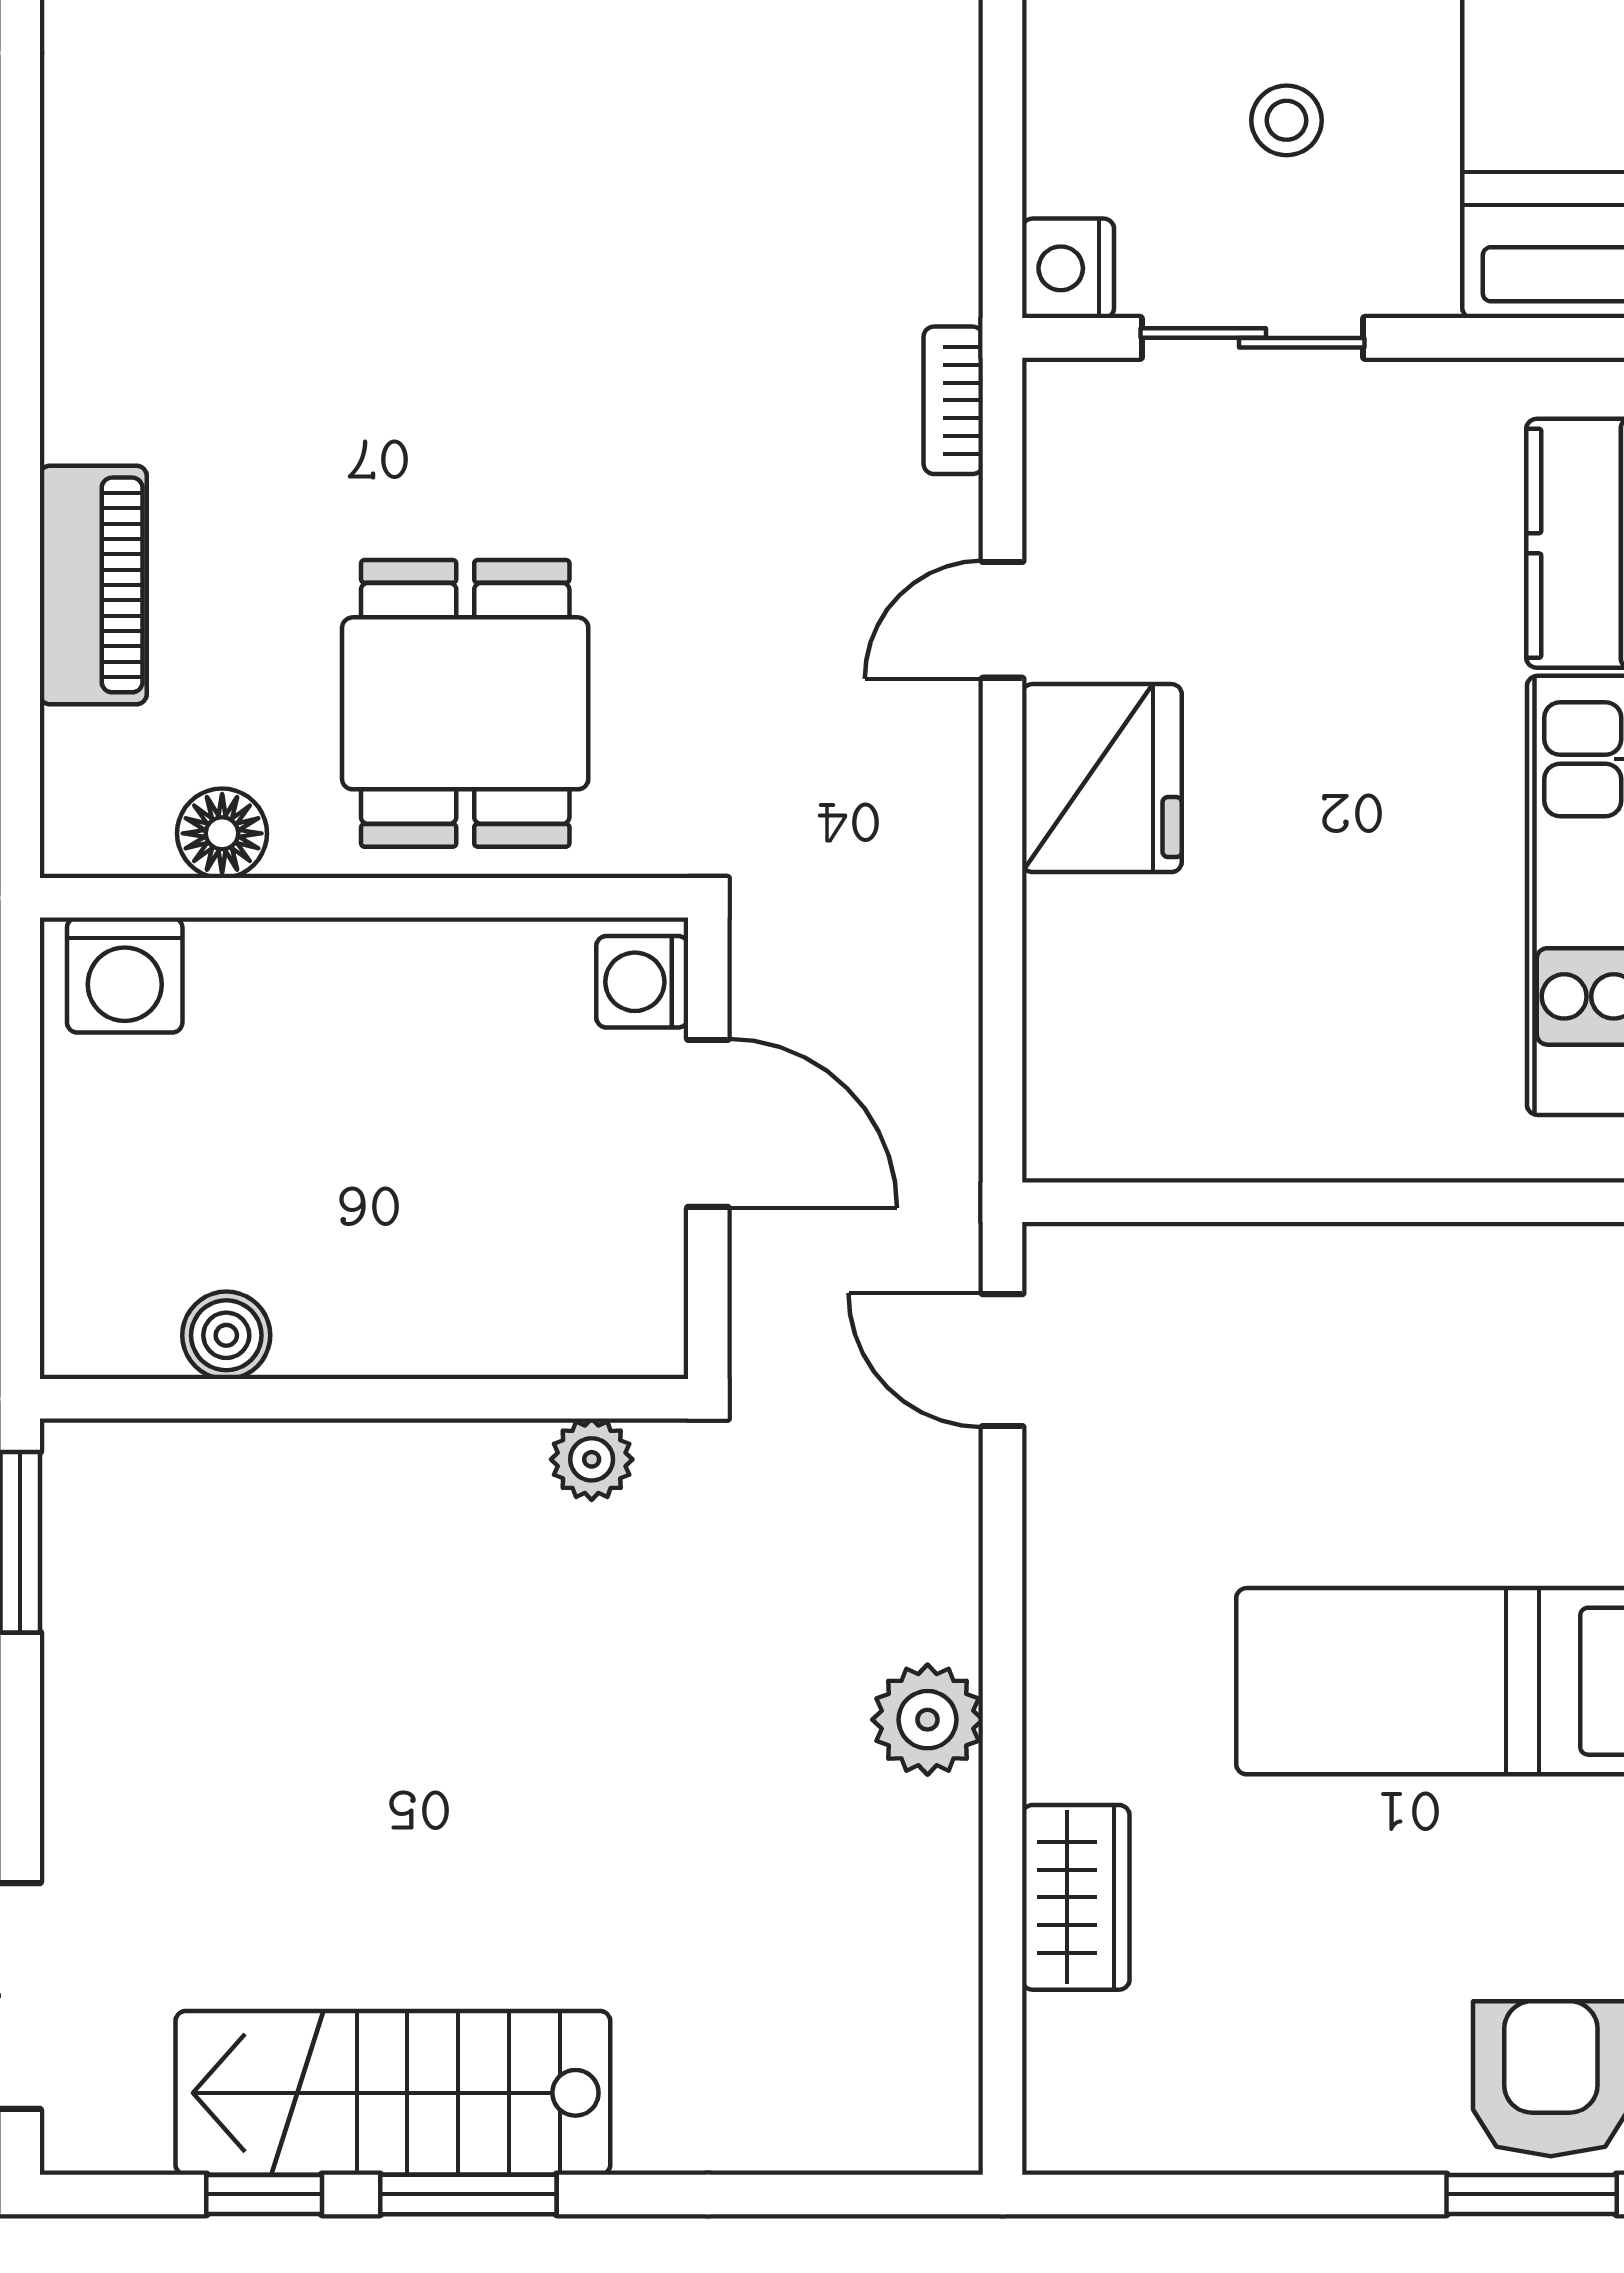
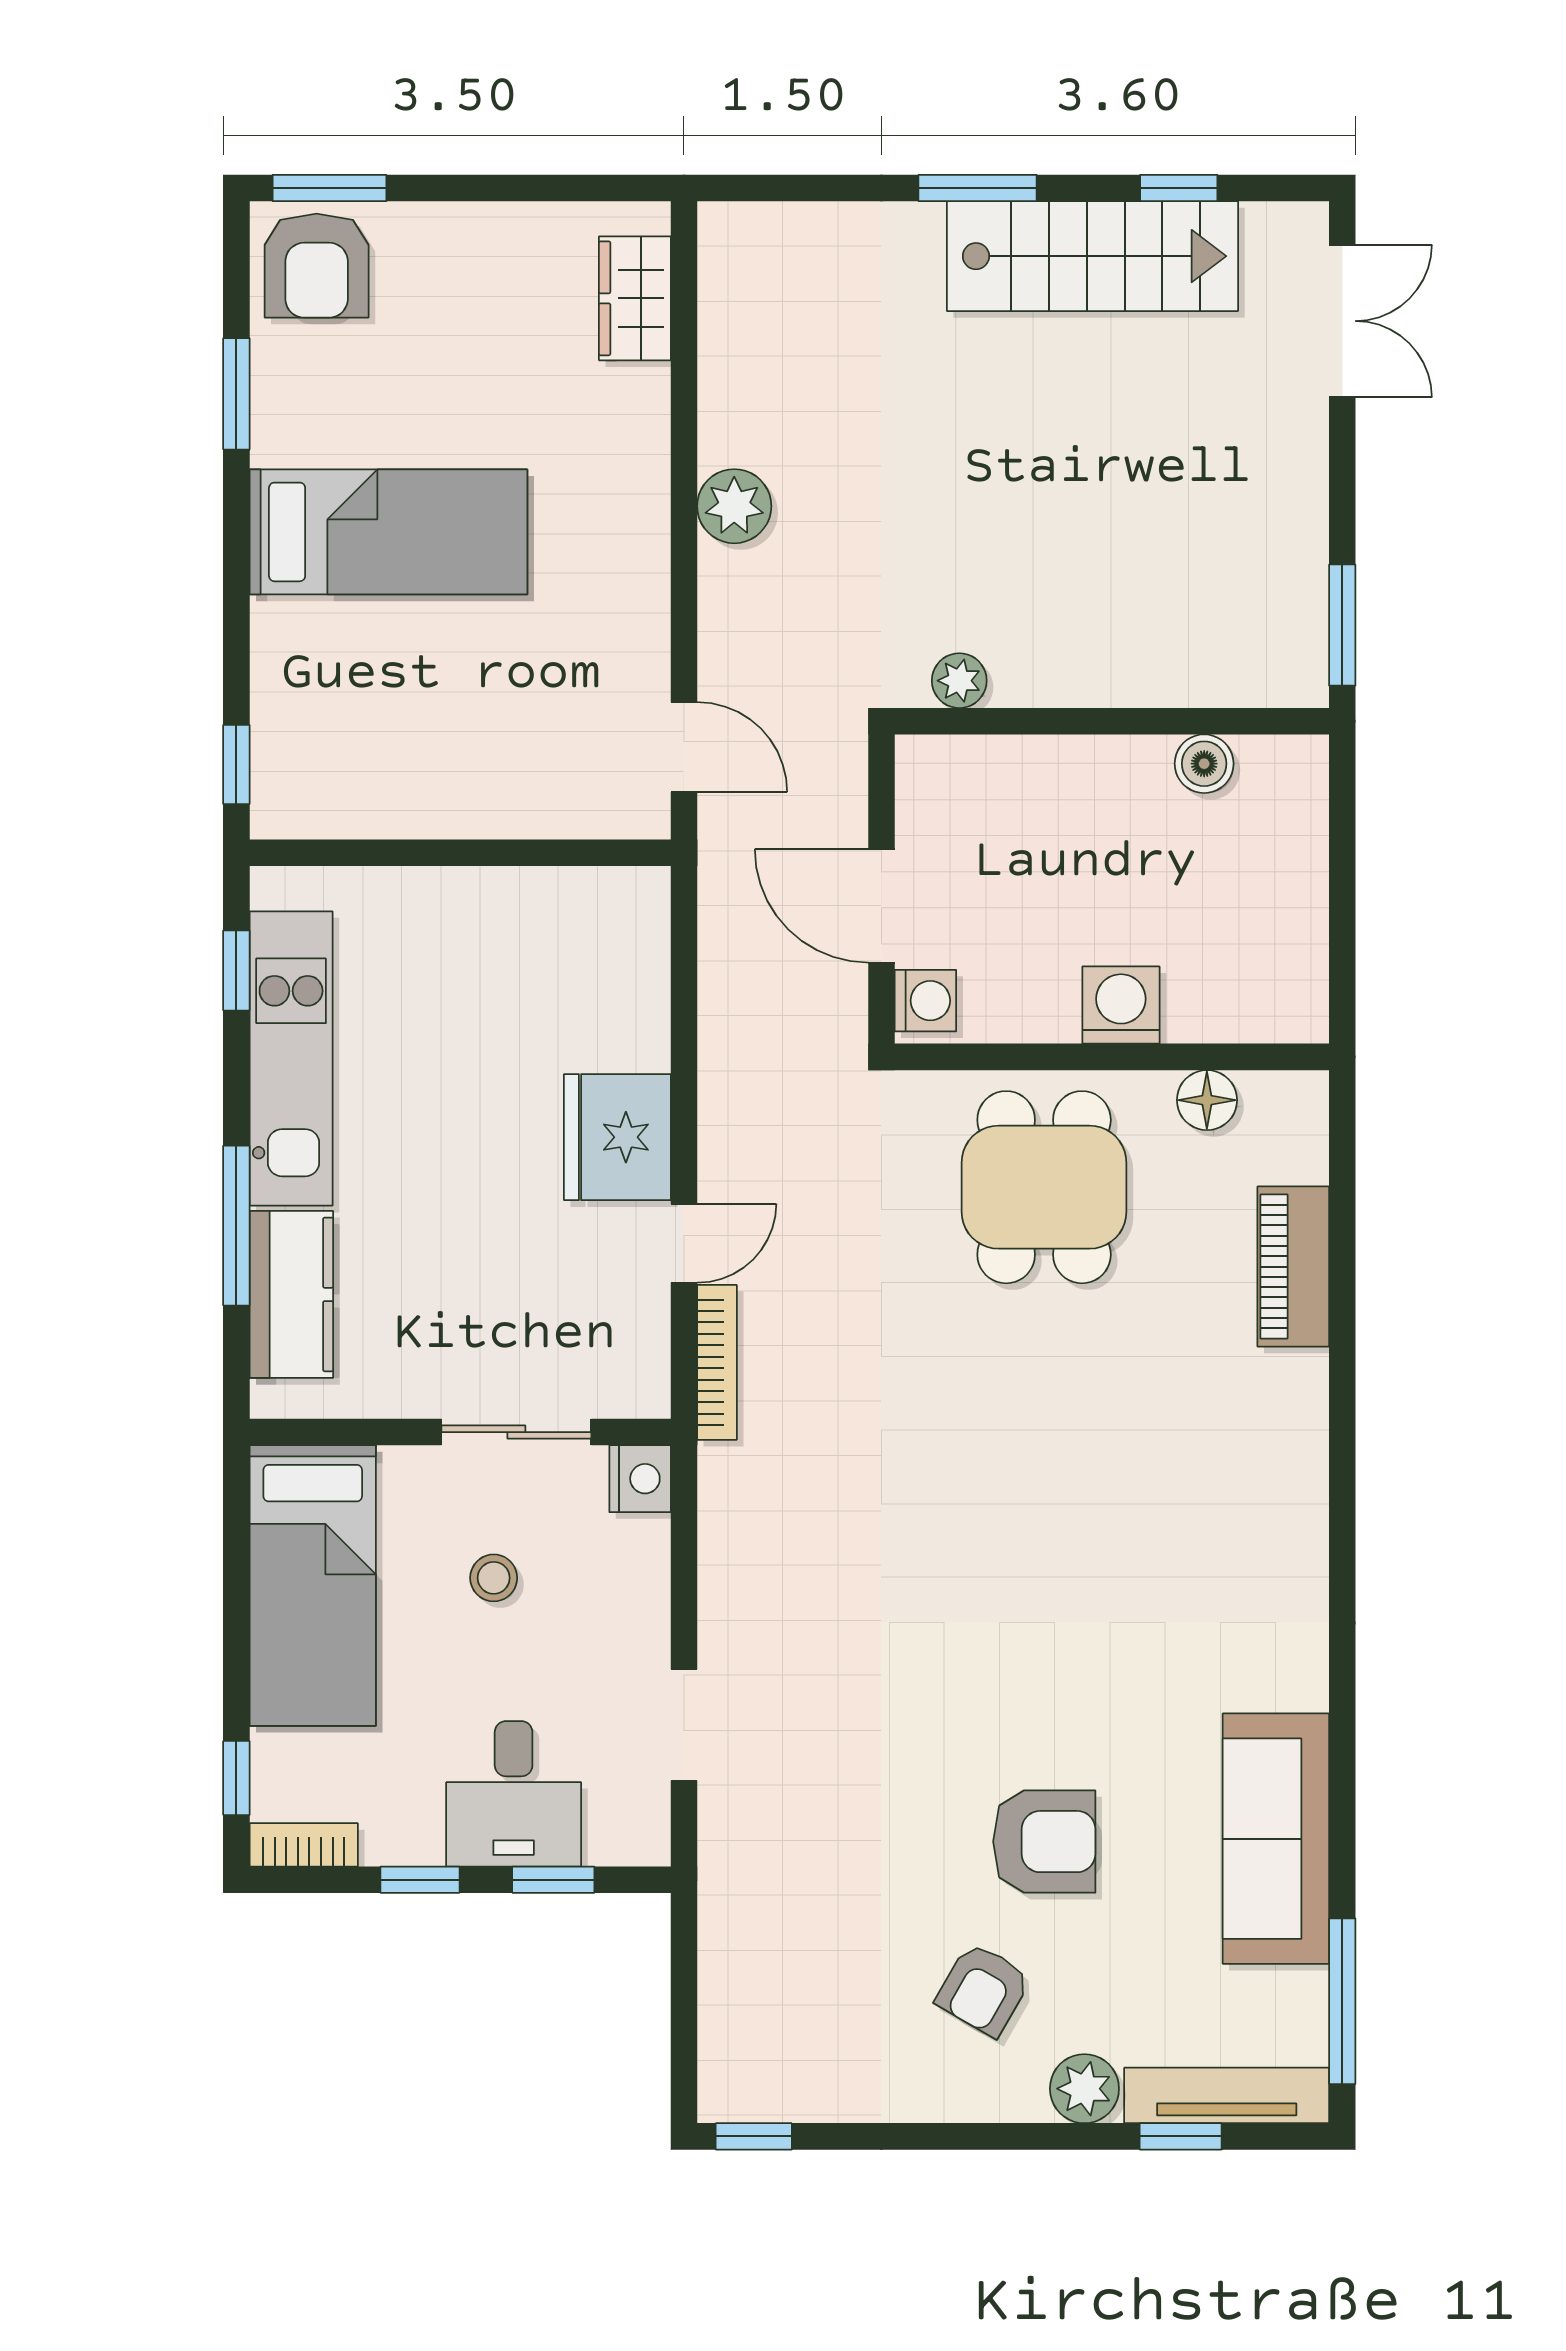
bookcase: (953, 400) -> (717, 1362), width x1.56
washing machine: (125, 975) -> (1121, 1005), moved
wardrobe: (1076, 1897) -> (635, 298), moved
window: (468, 2194) -> (978, 188), moved

